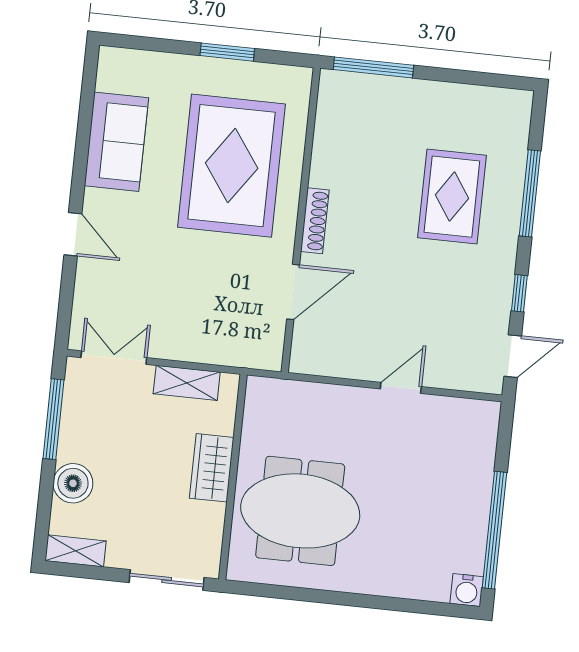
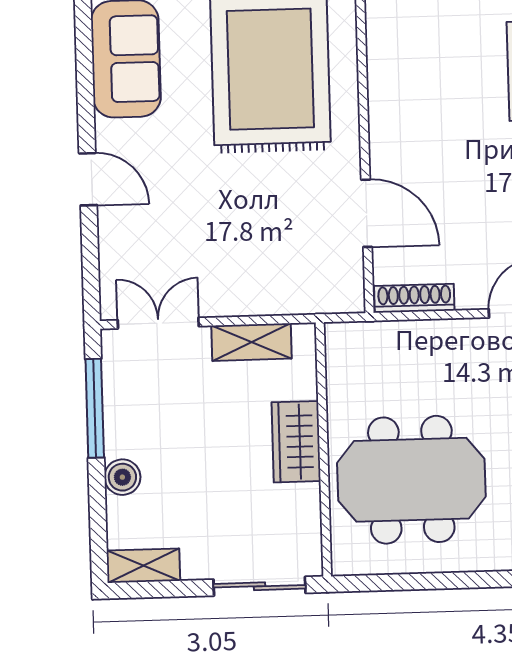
shoe rack: (315, 221) -> (414, 298), moved, turned -90
door: (293, 292) -> (367, 213), hinge flipped
boiler: (73, 483) -> (122, 477), width x0.73, depth x0.73

